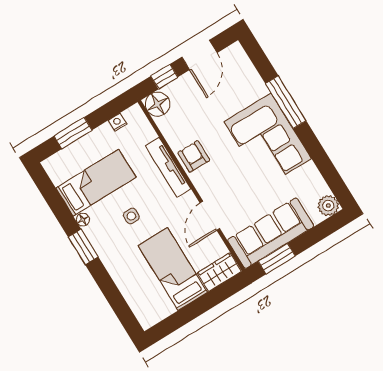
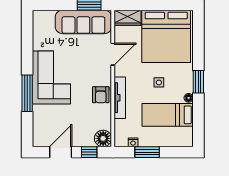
window: (73, 133) -> (147, 152), moved
plant: (328, 206) -> (40, 17), removed
bed: (173, 269) -> (166, 36), width x2.04

